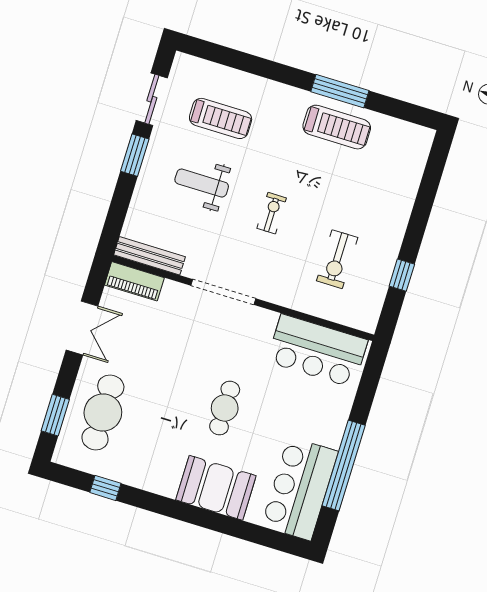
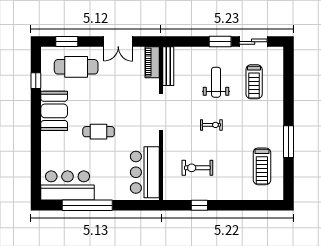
treadmill: (337, 127) -> (262, 166), moved
booth: (216, 488) -> (54, 111), moved

